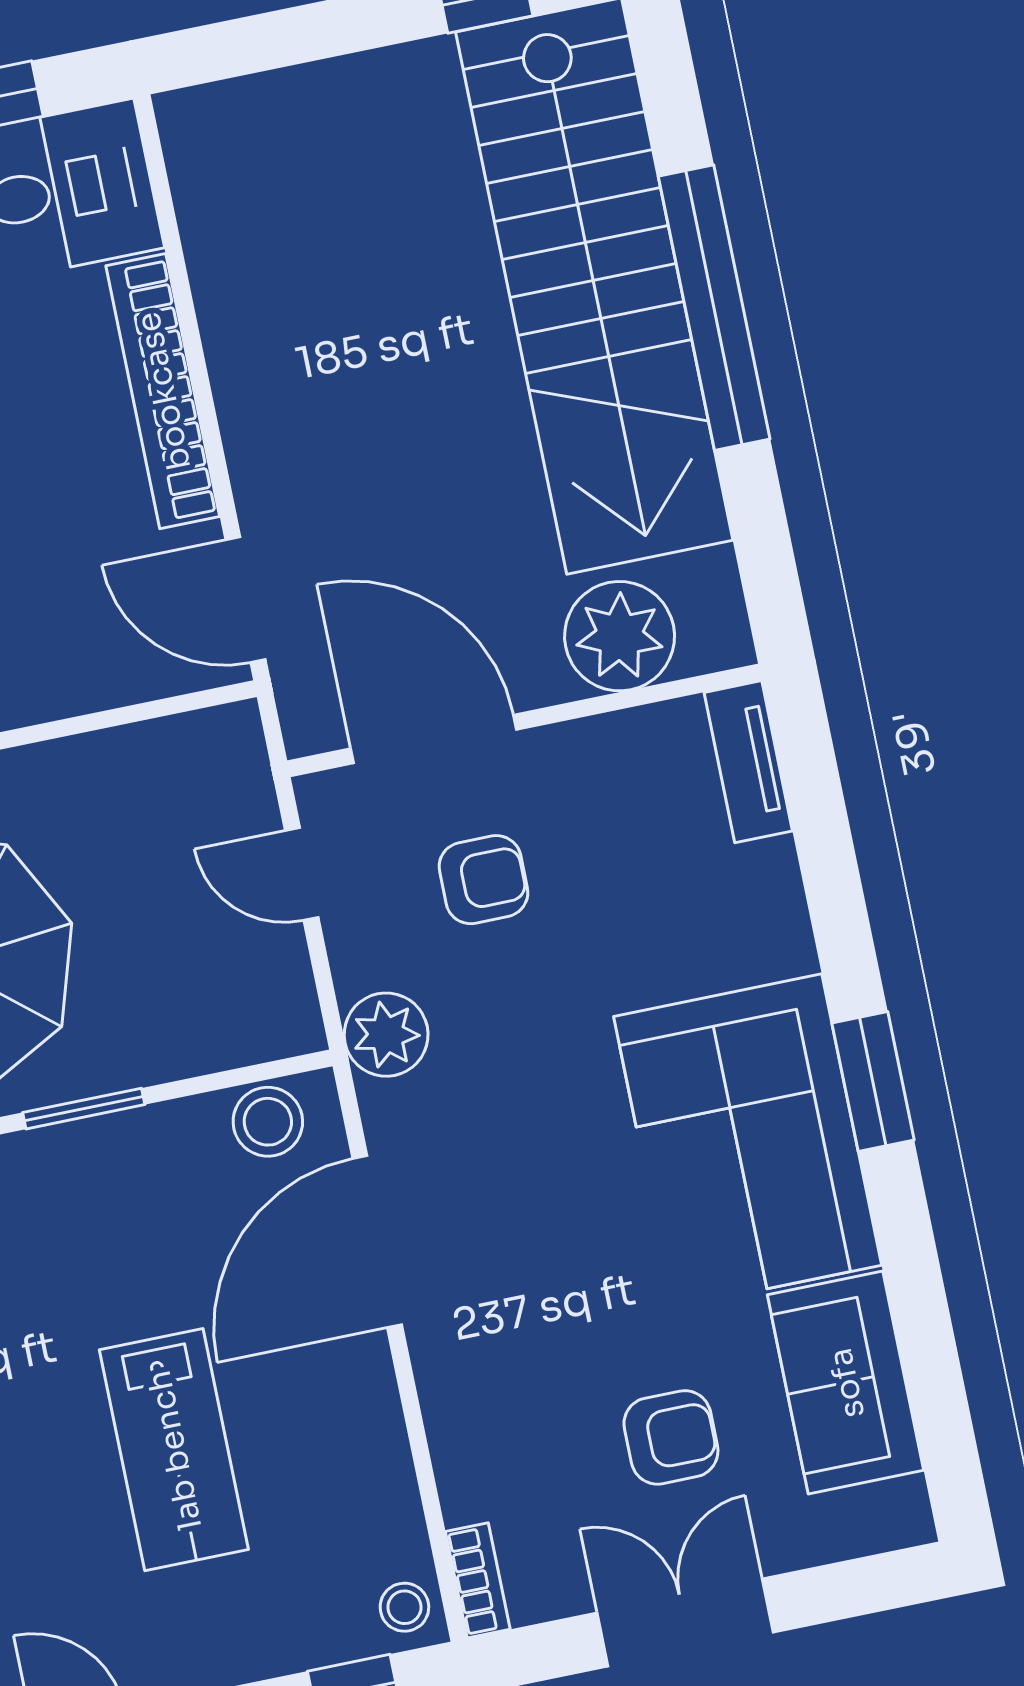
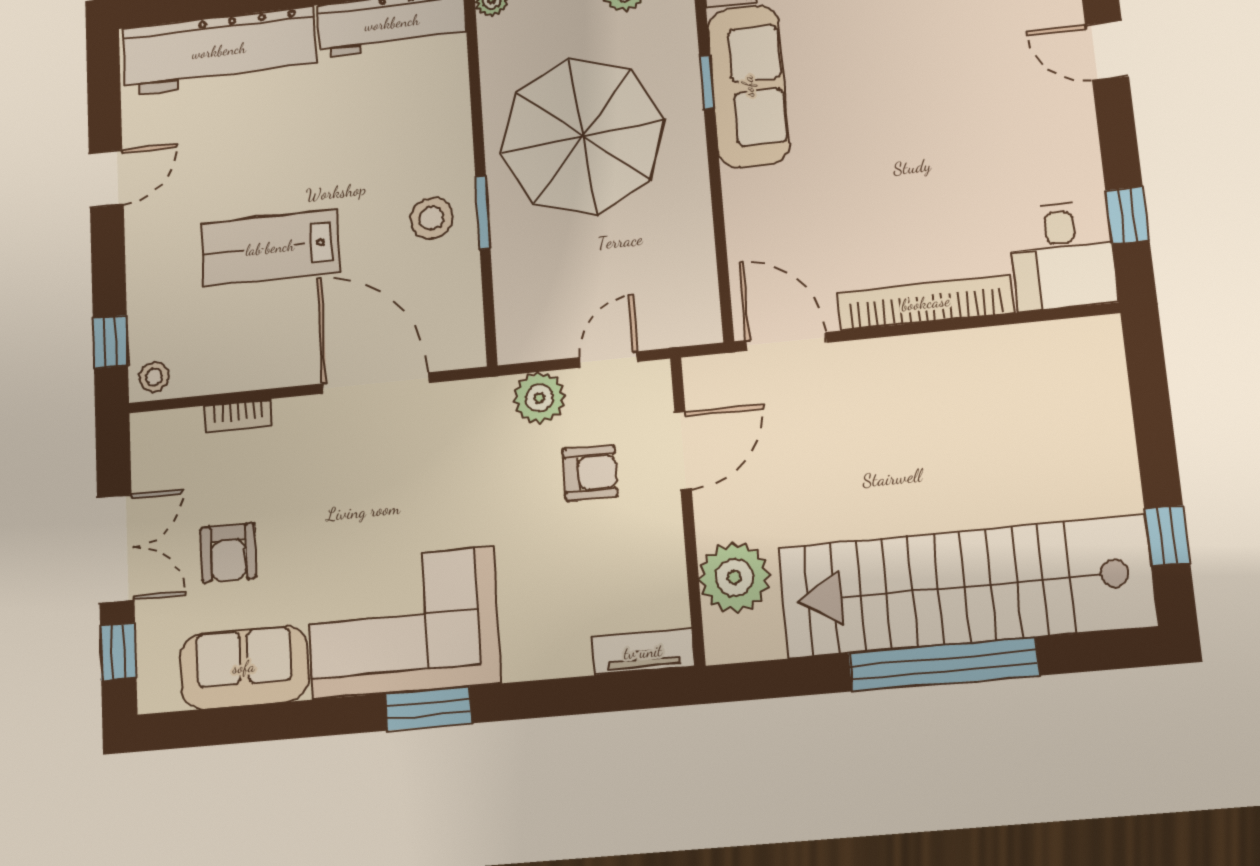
door: (245, 600) -> (786, 341), hinge flipped
door: (434, 739) -> (683, 451), width x0.73
armchair: (483, 880) -> (590, 473), turned -90
plant: (386, 1035) -> (539, 398), moved
stool: (268, 1122) -> (432, 218), moved
bookcase: (478, 1580) -> (238, 416), moved
window: (845, 1590) -> (118, 652), added

